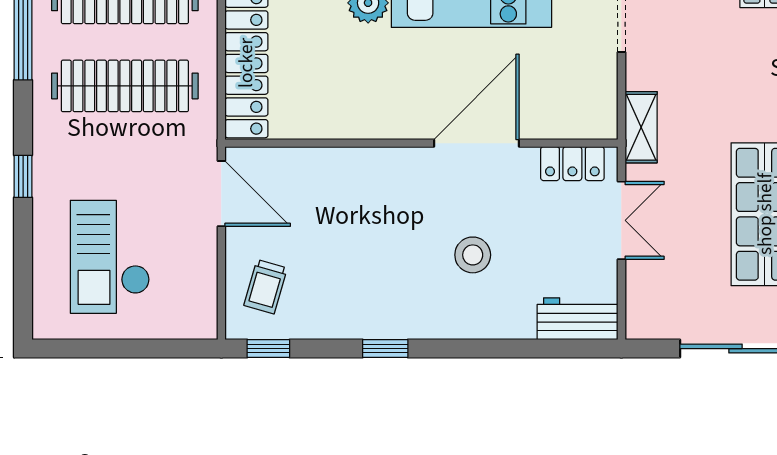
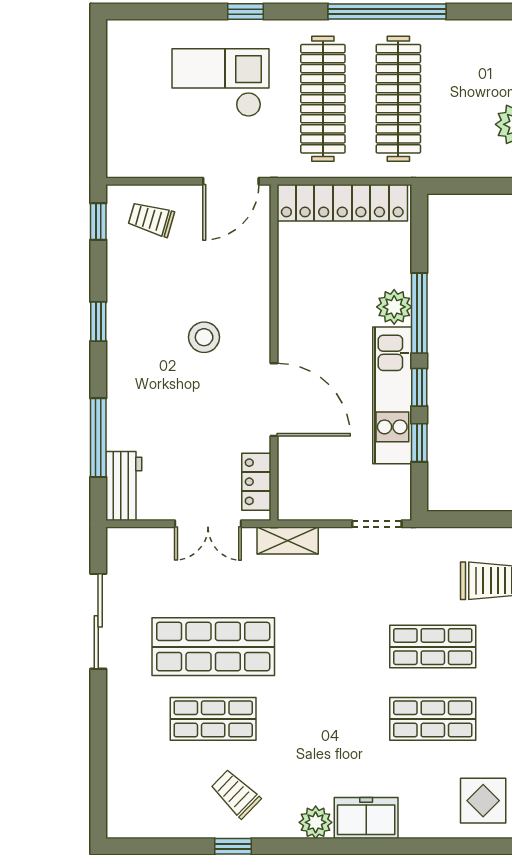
stool: (473, 255) -> (204, 337), moved
checkout: (110, 257) -> (220, 83), moved
window: (521, 349) -> (98, 438), added

